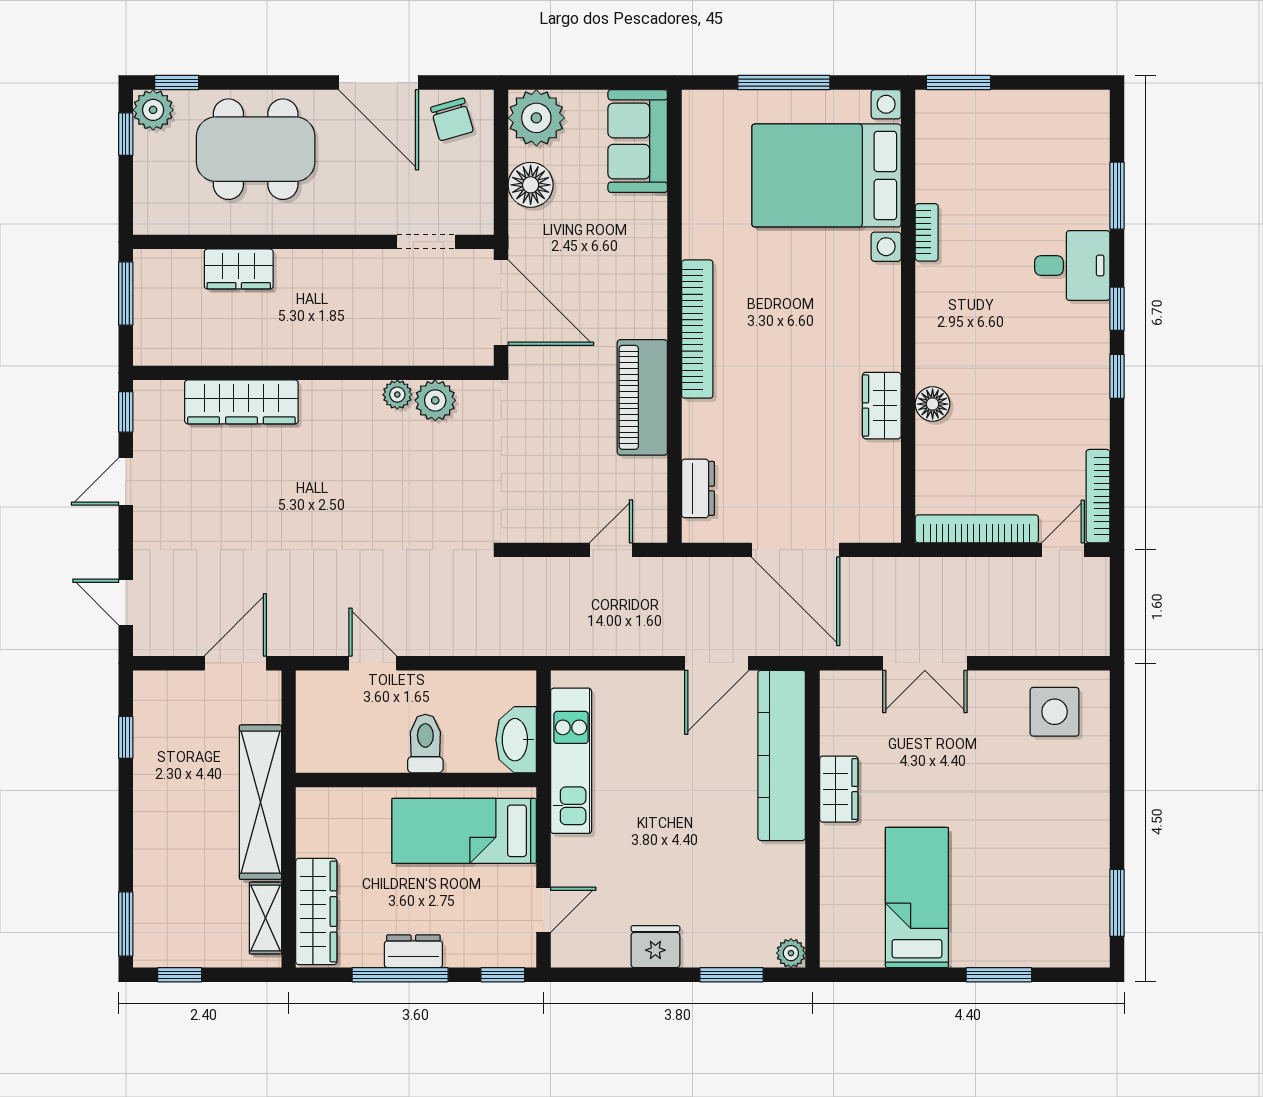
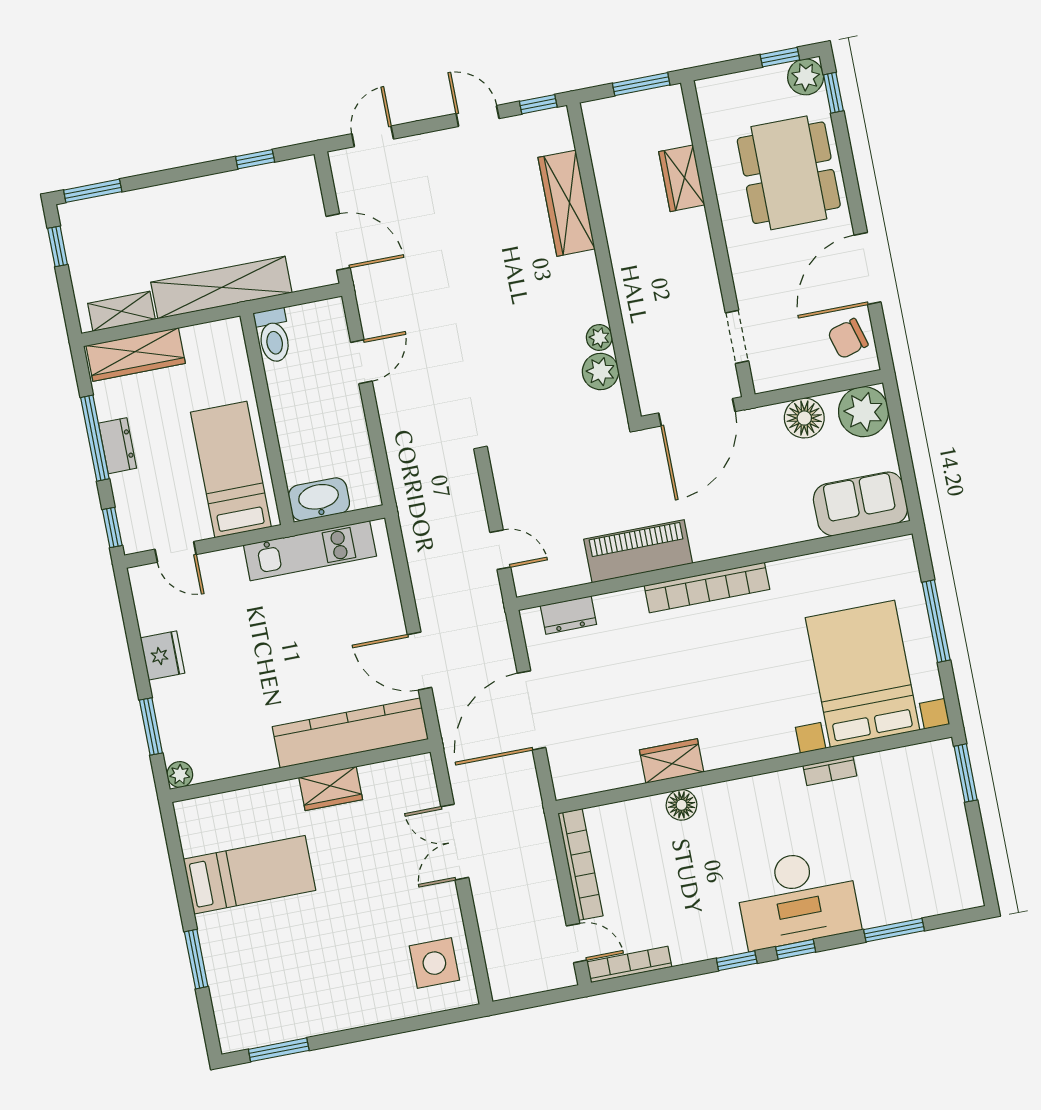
desk: (1072, 266) -> (797, 898), width x1.87, depth x1.30
toilet: (425, 744) -> (273, 336), moved, turned 90

